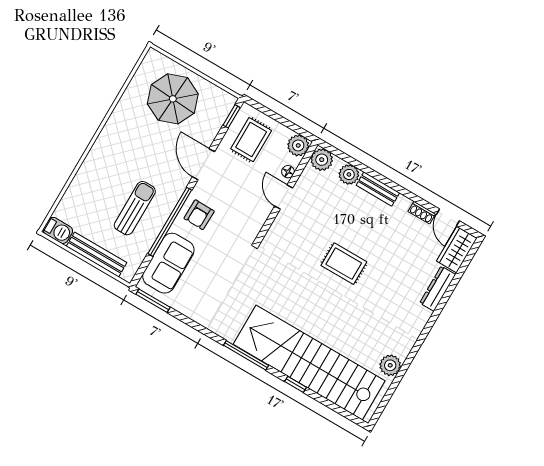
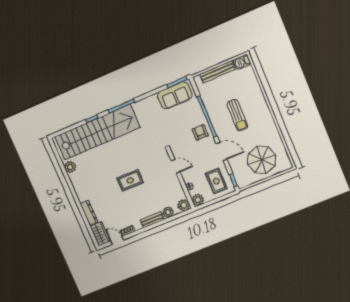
door: (284, 197) -> (175, 166), moved
sun lounger: (135, 208) -> (237, 115), moved
sofa: (168, 263) -> (175, 95), moved, turned -90

